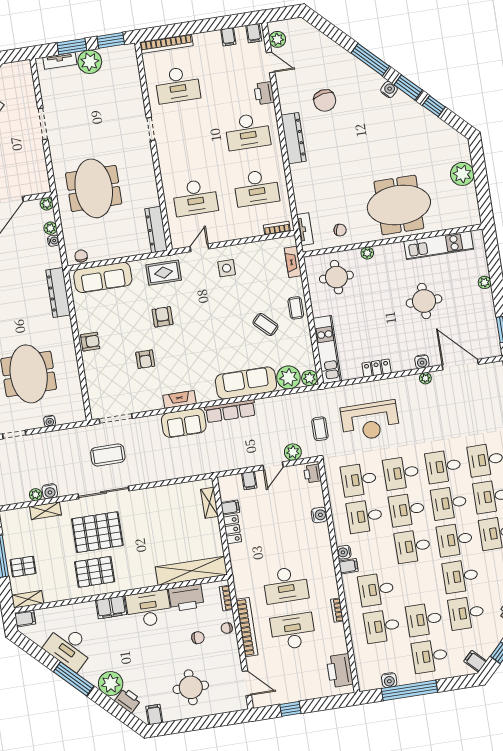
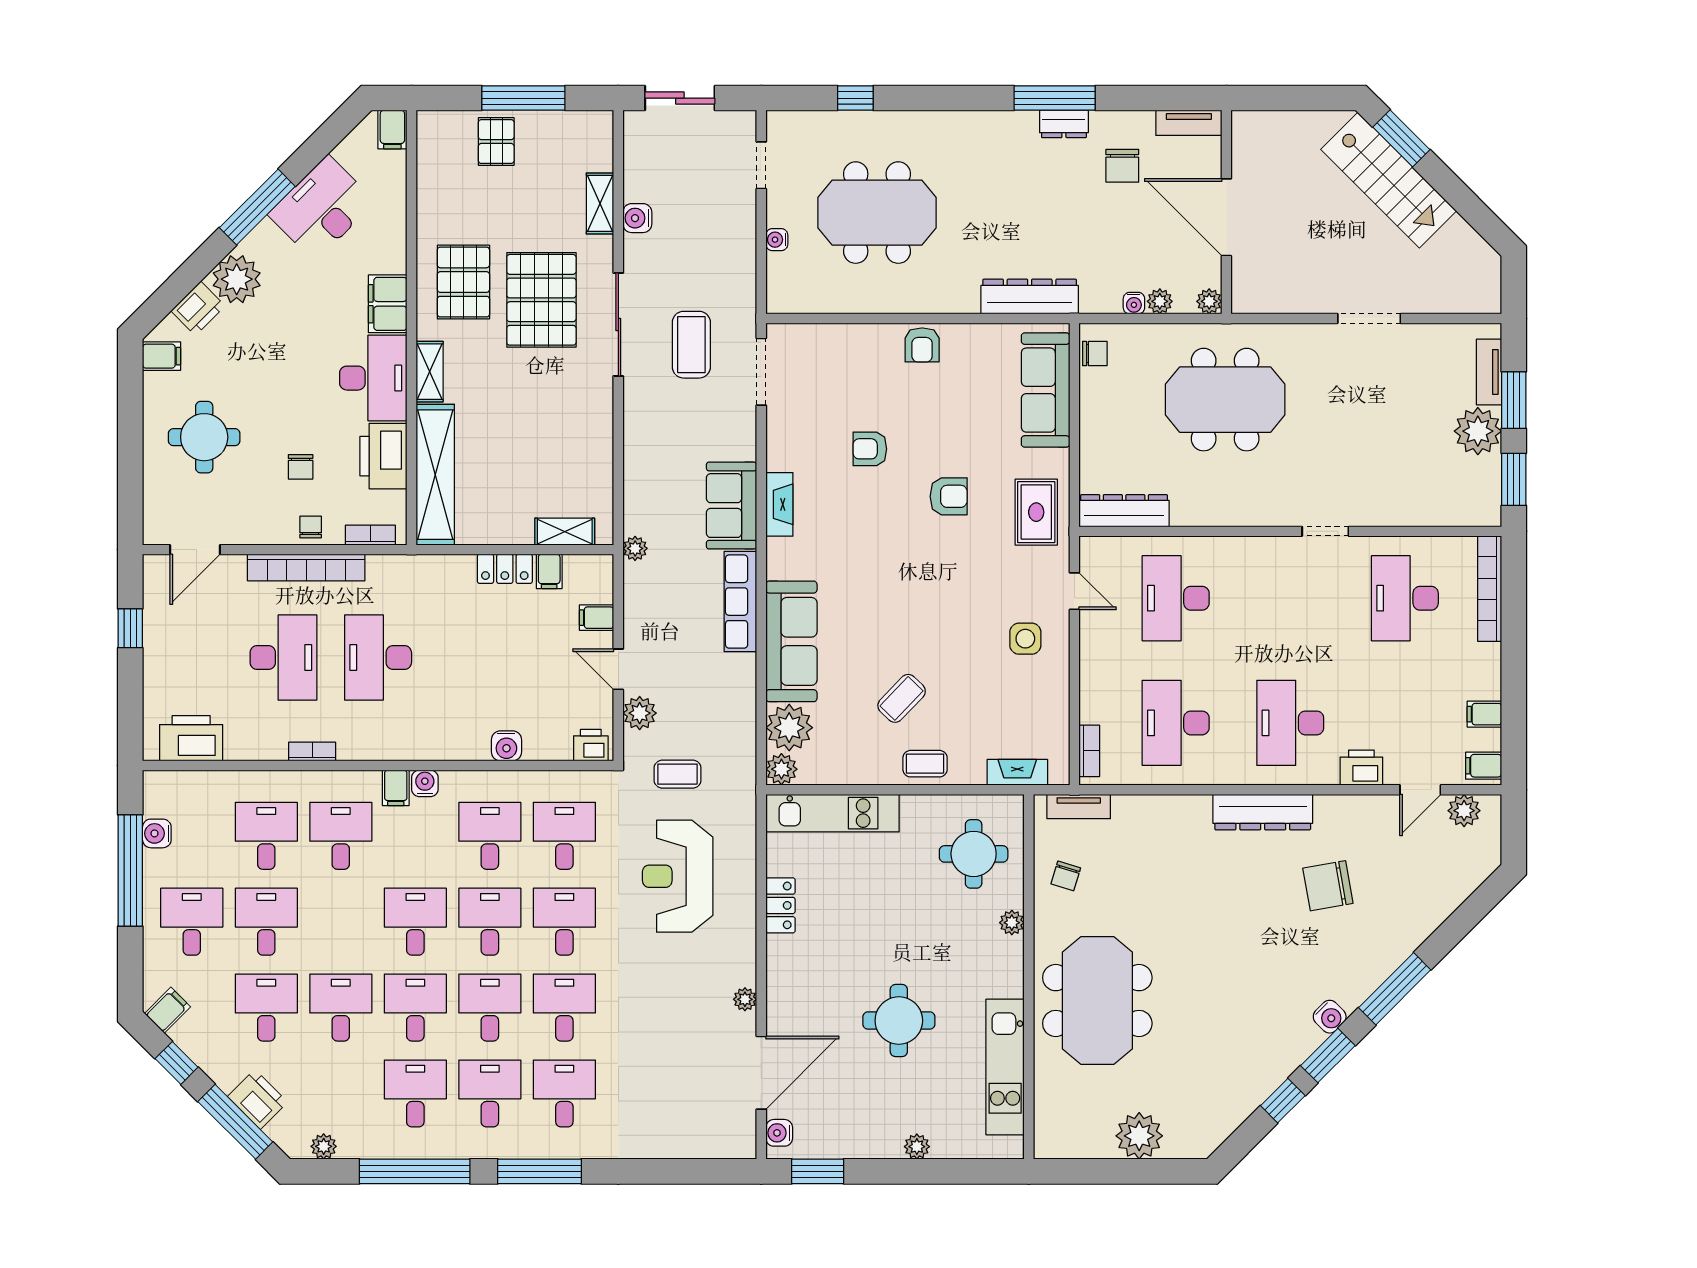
water cooler: (422, 362) -> (779, 1133), moved
plant: (36, 495) -> (635, 548), moved
shelving: (28, 599) -> (430, 372), moved

